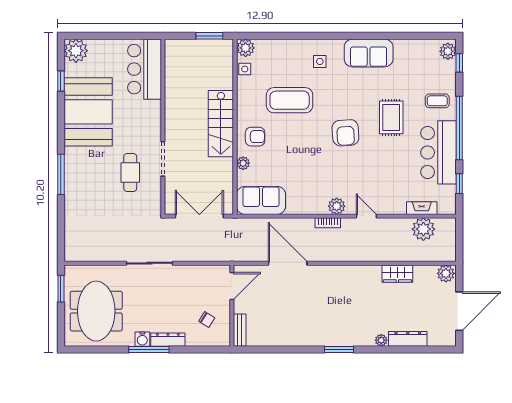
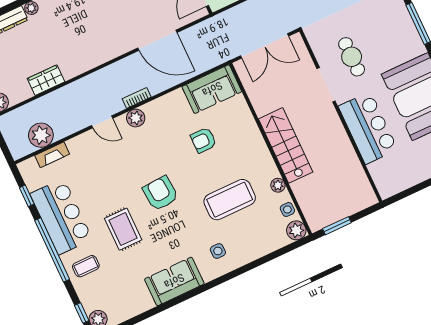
bar counter: (145, 69) -> (368, 128), moved
armchair: (255, 137) -> (203, 140), moved
plant: (243, 163) -> (278, 185), moved

